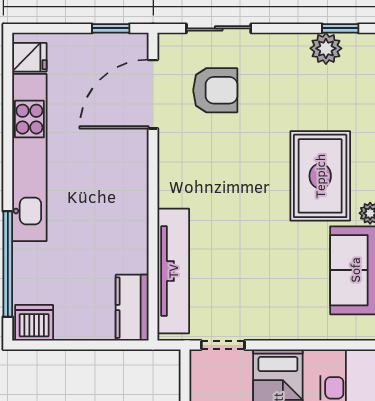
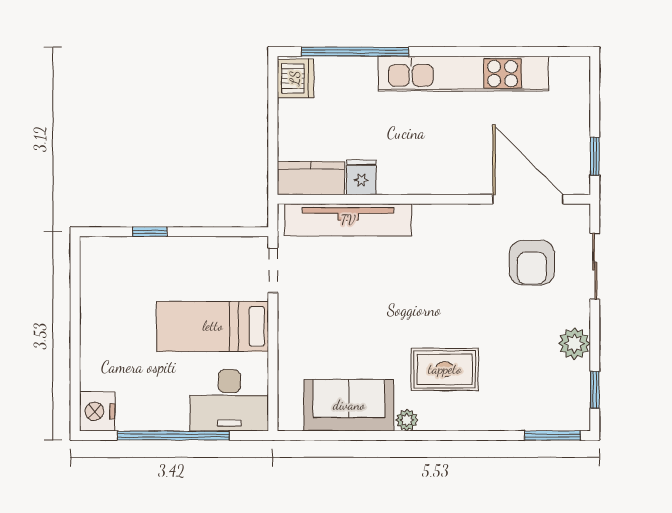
plant: (326, 48) -> (574, 343), moved
fridge: (29, 57) -> (361, 177), moved, turned 180
rug: (320, 176) -> (445, 369), width x0.73, depth x0.70

